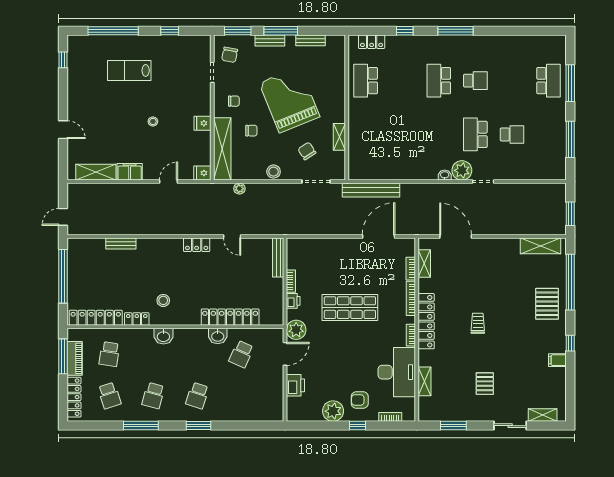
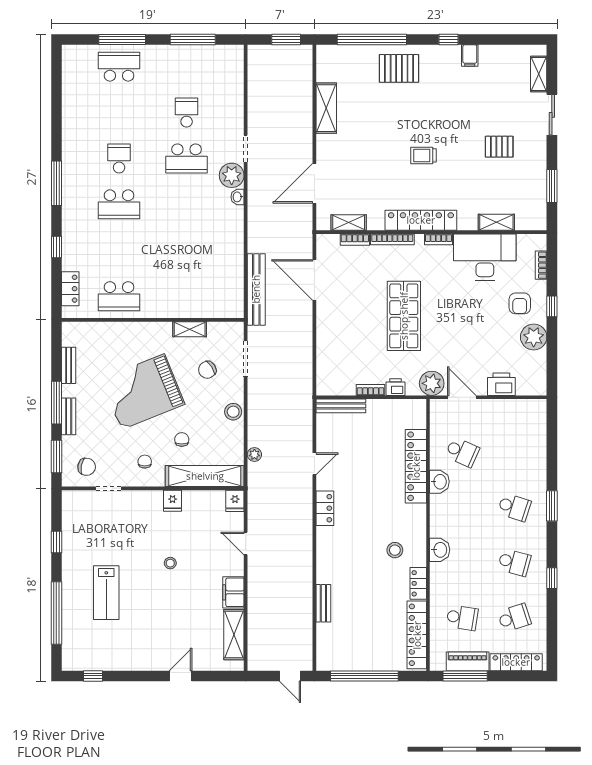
shelving: (541, 246) -> (326, 108), moved
window: (141, 426) -> (552, 578), width x0.46

